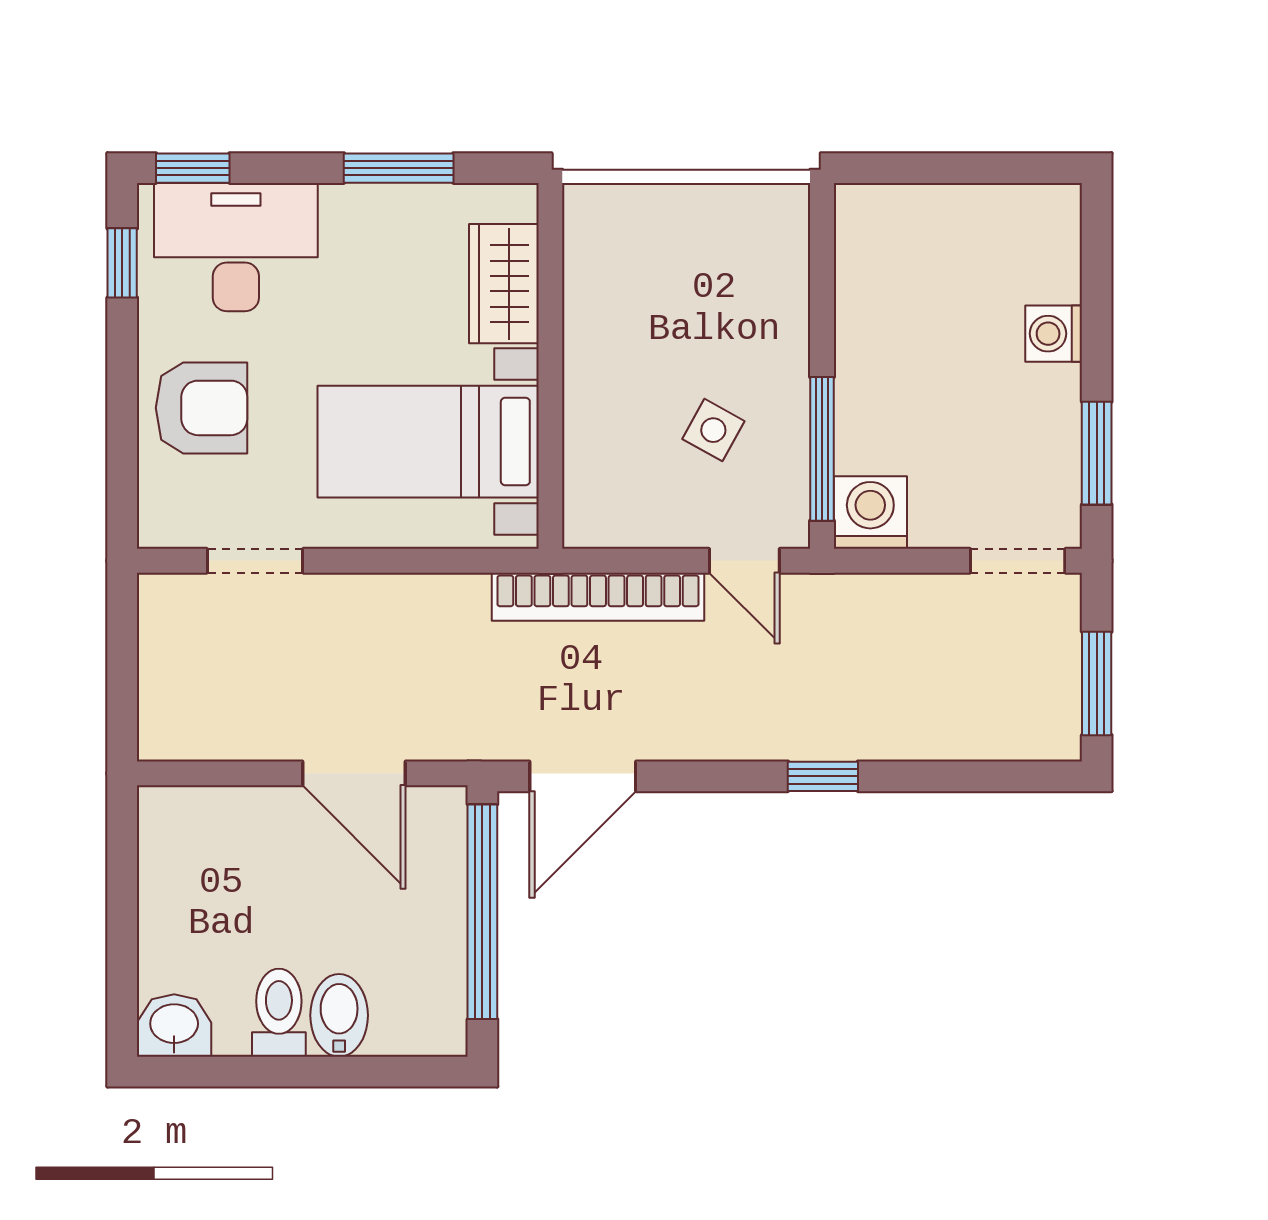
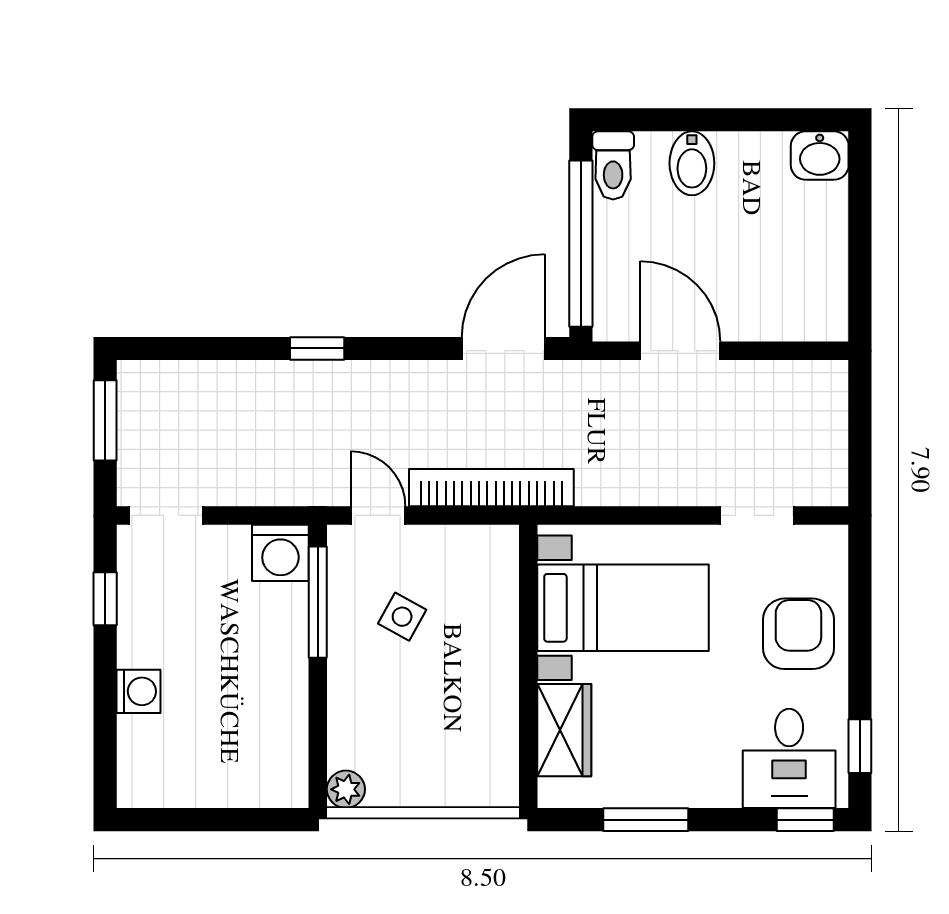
plant: (786, 207) -> (346, 789), added
desk: (236, 247) -> (789, 758), width x0.73
armchair: (202, 408) -> (798, 634), turned 90
window: (1097, 453) -> (105, 599), width x0.67
toilet: (279, 1013) -> (613, 165), moved

